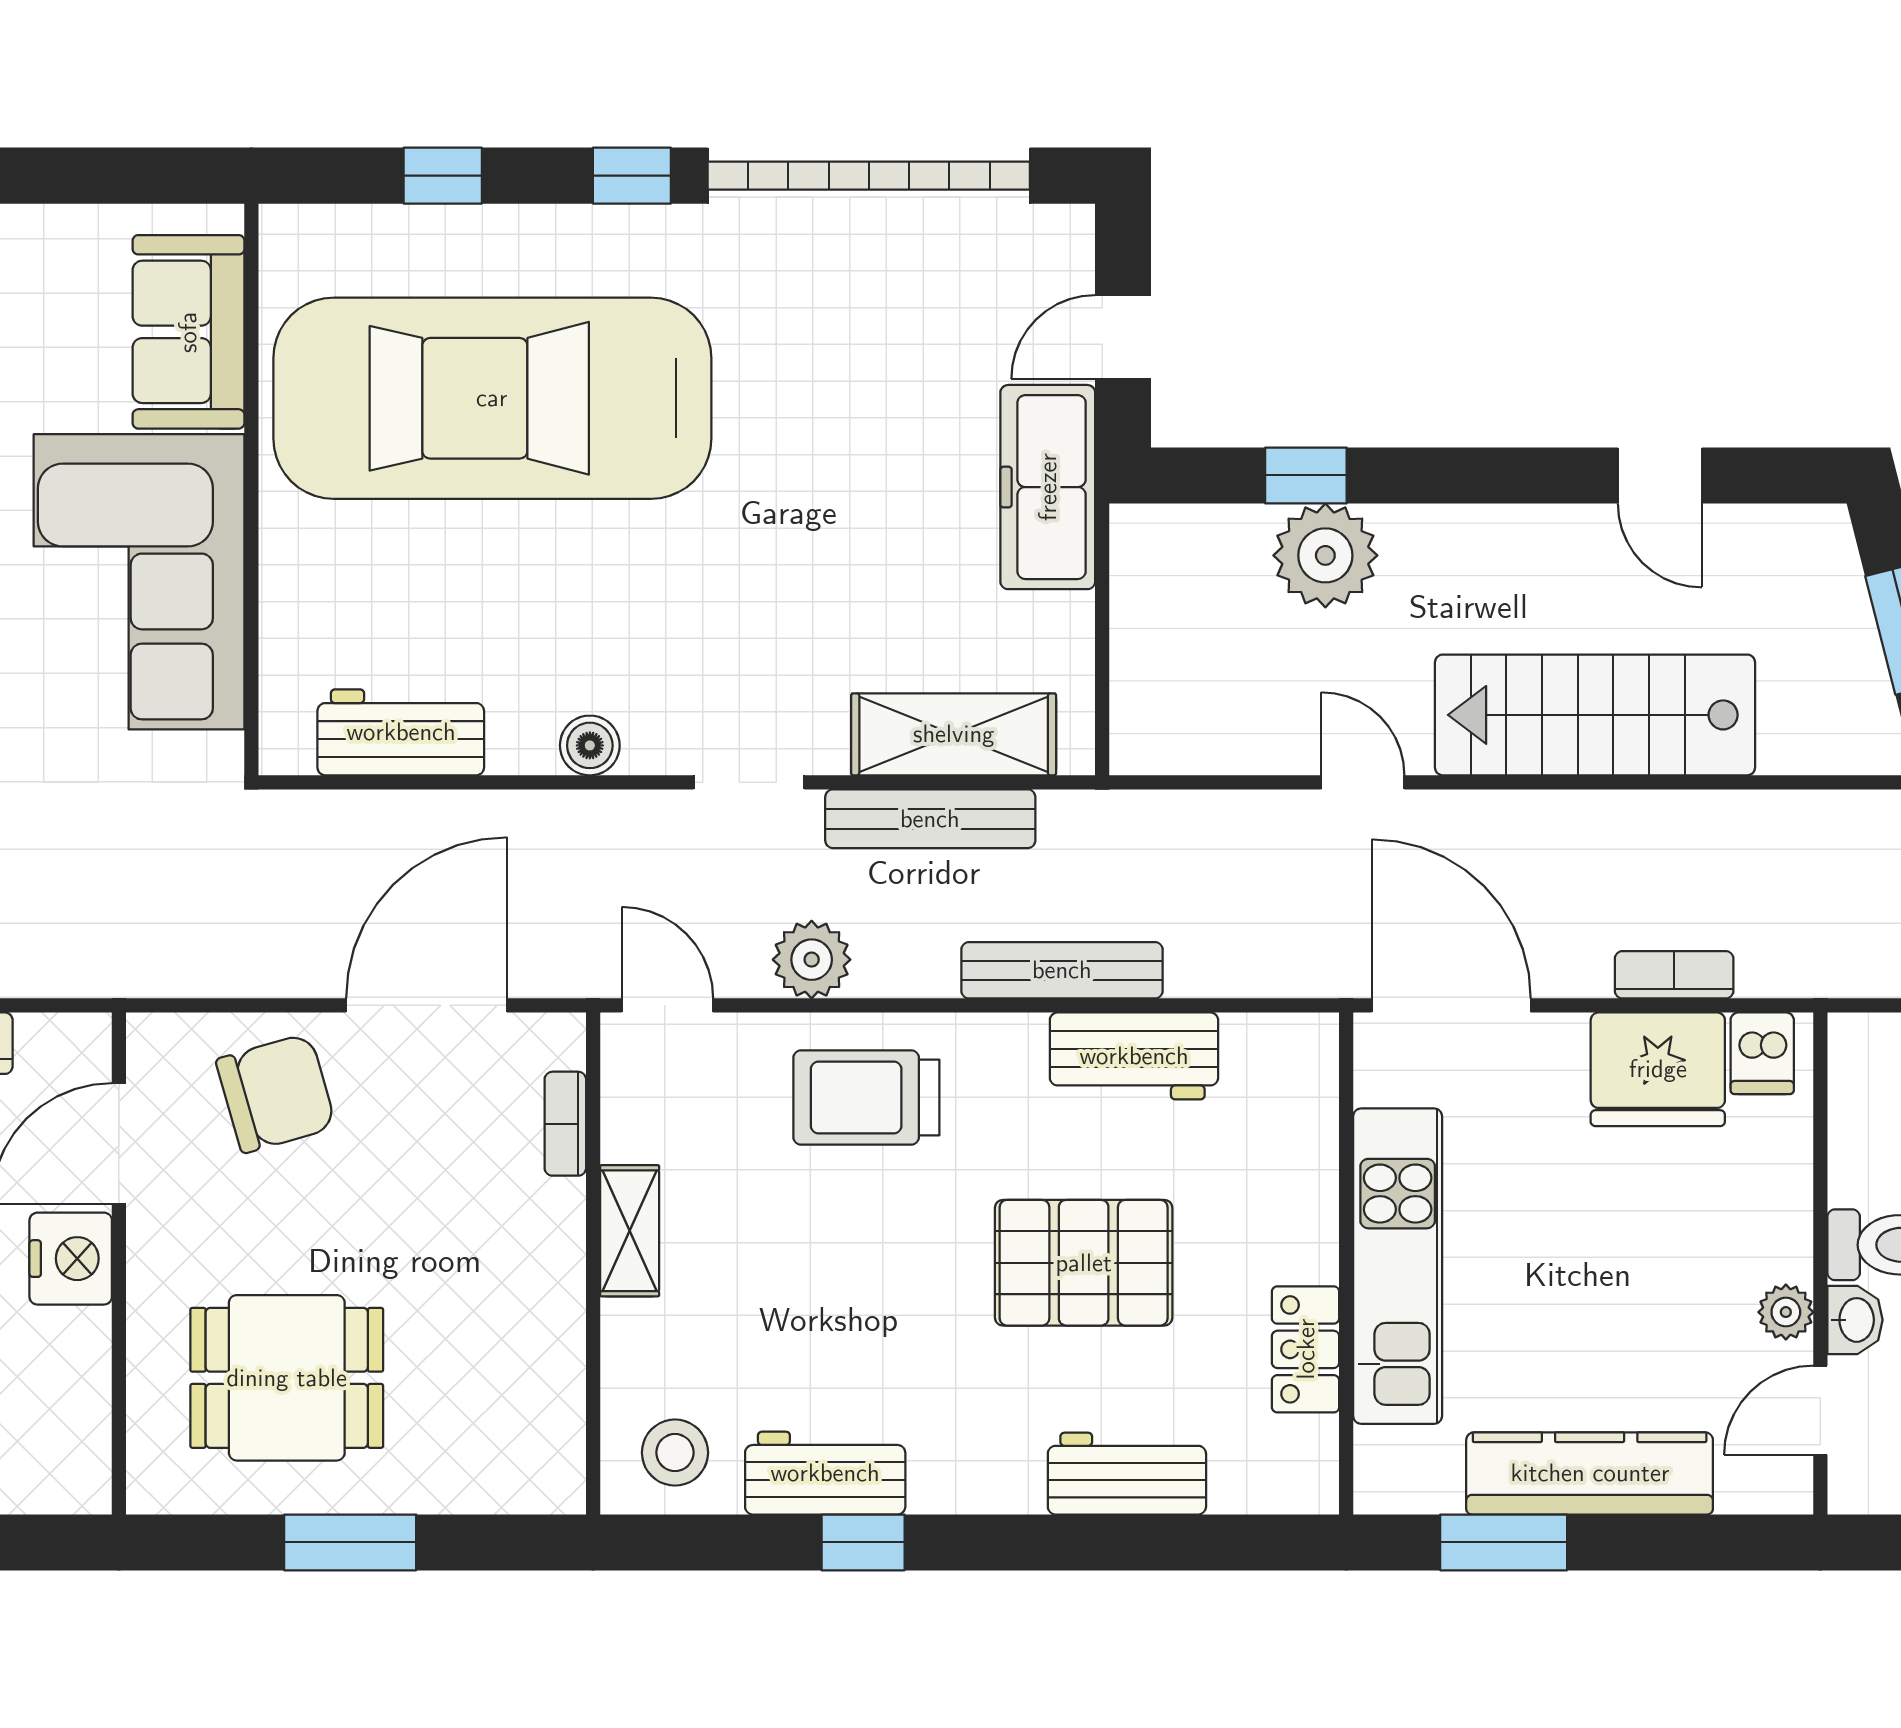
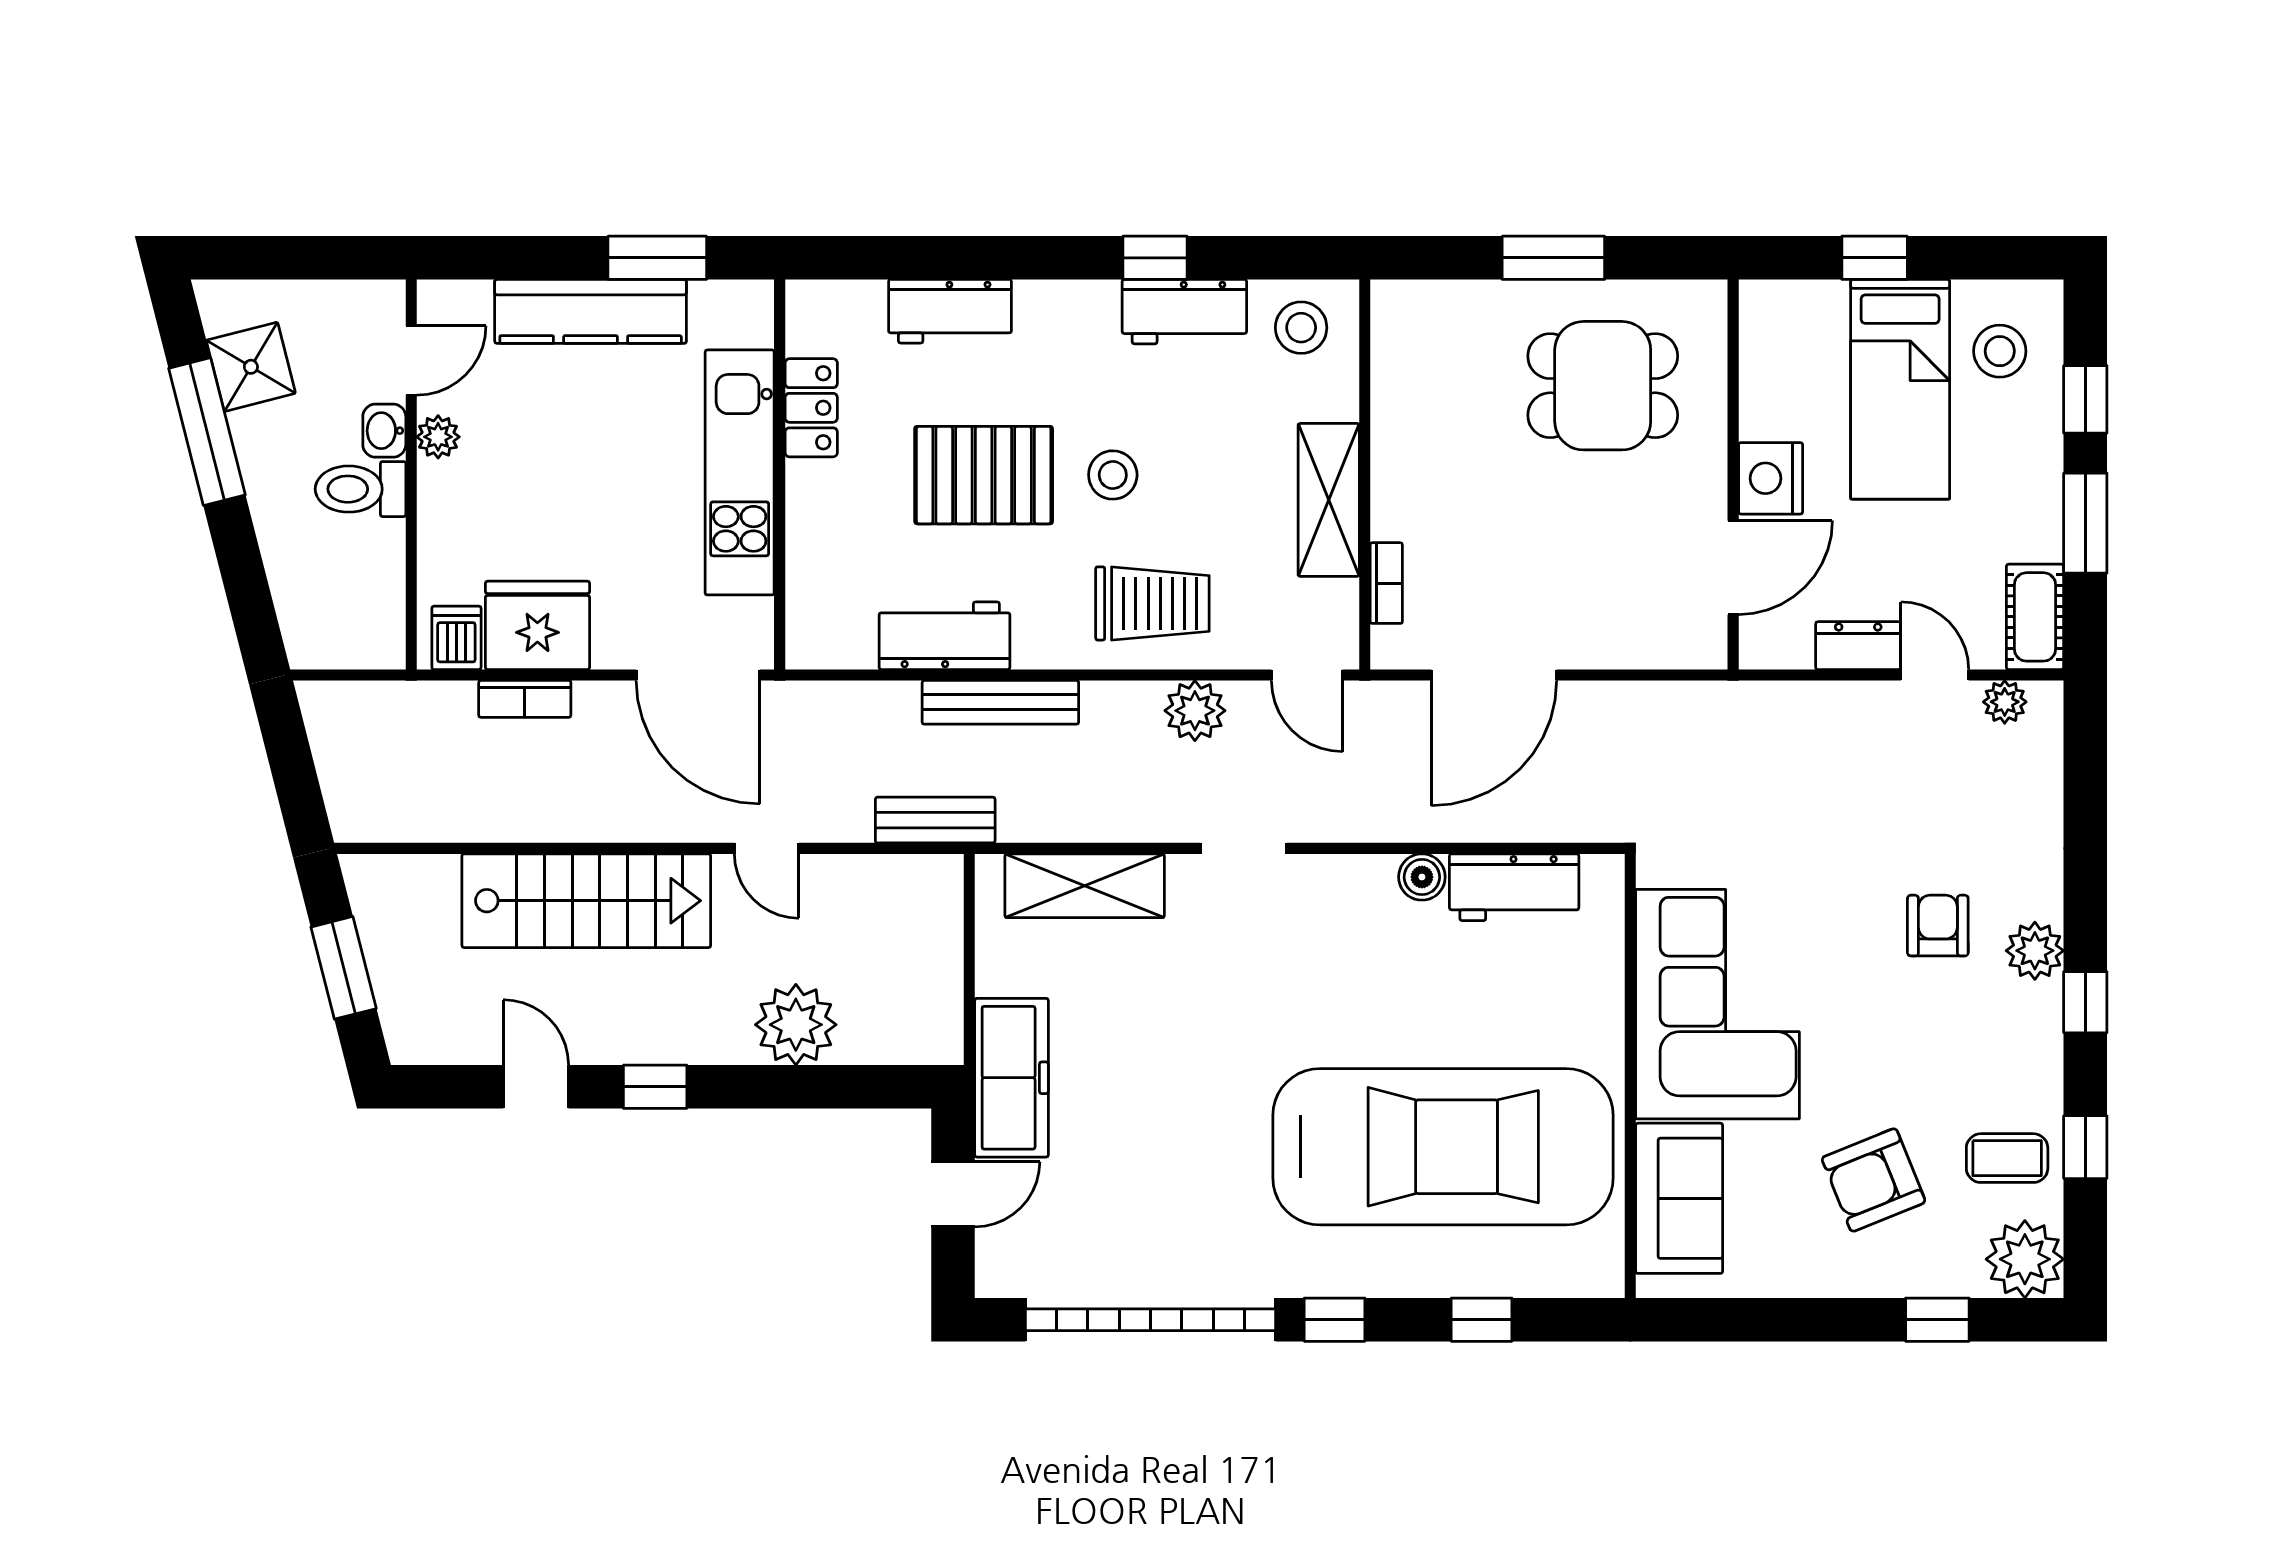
window: (1306, 475) -> (655, 1087), moved
boiler: (590, 745) -> (1422, 877), moved
bench: (930, 819) -> (935, 820), moved, width x0.73
chair: (276, 1093) -> (1611, 607), removed
shelving: (630, 1231) -> (1329, 500), width x1.50, depth x1.33
stool: (917, 1263) -> (1113, 475), added

